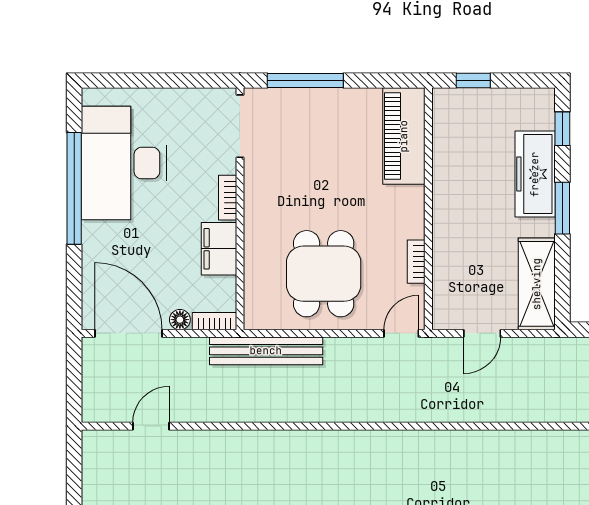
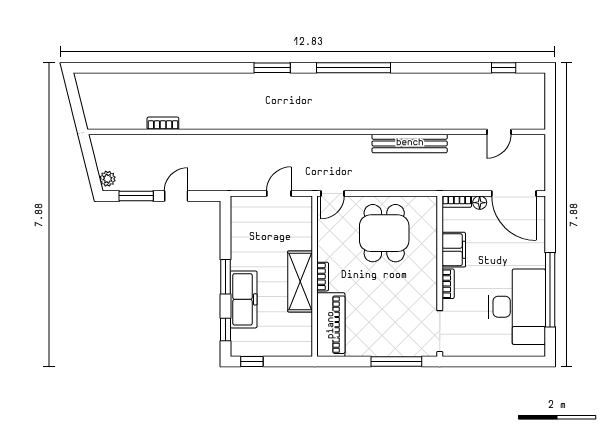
window: (473, 81) -> (252, 362), moved
bookcase: (416, 262) -> (323, 277), moved
shelving: (537, 284) -> (300, 281), moved
bench: (266, 351) -> (410, 143), moved

